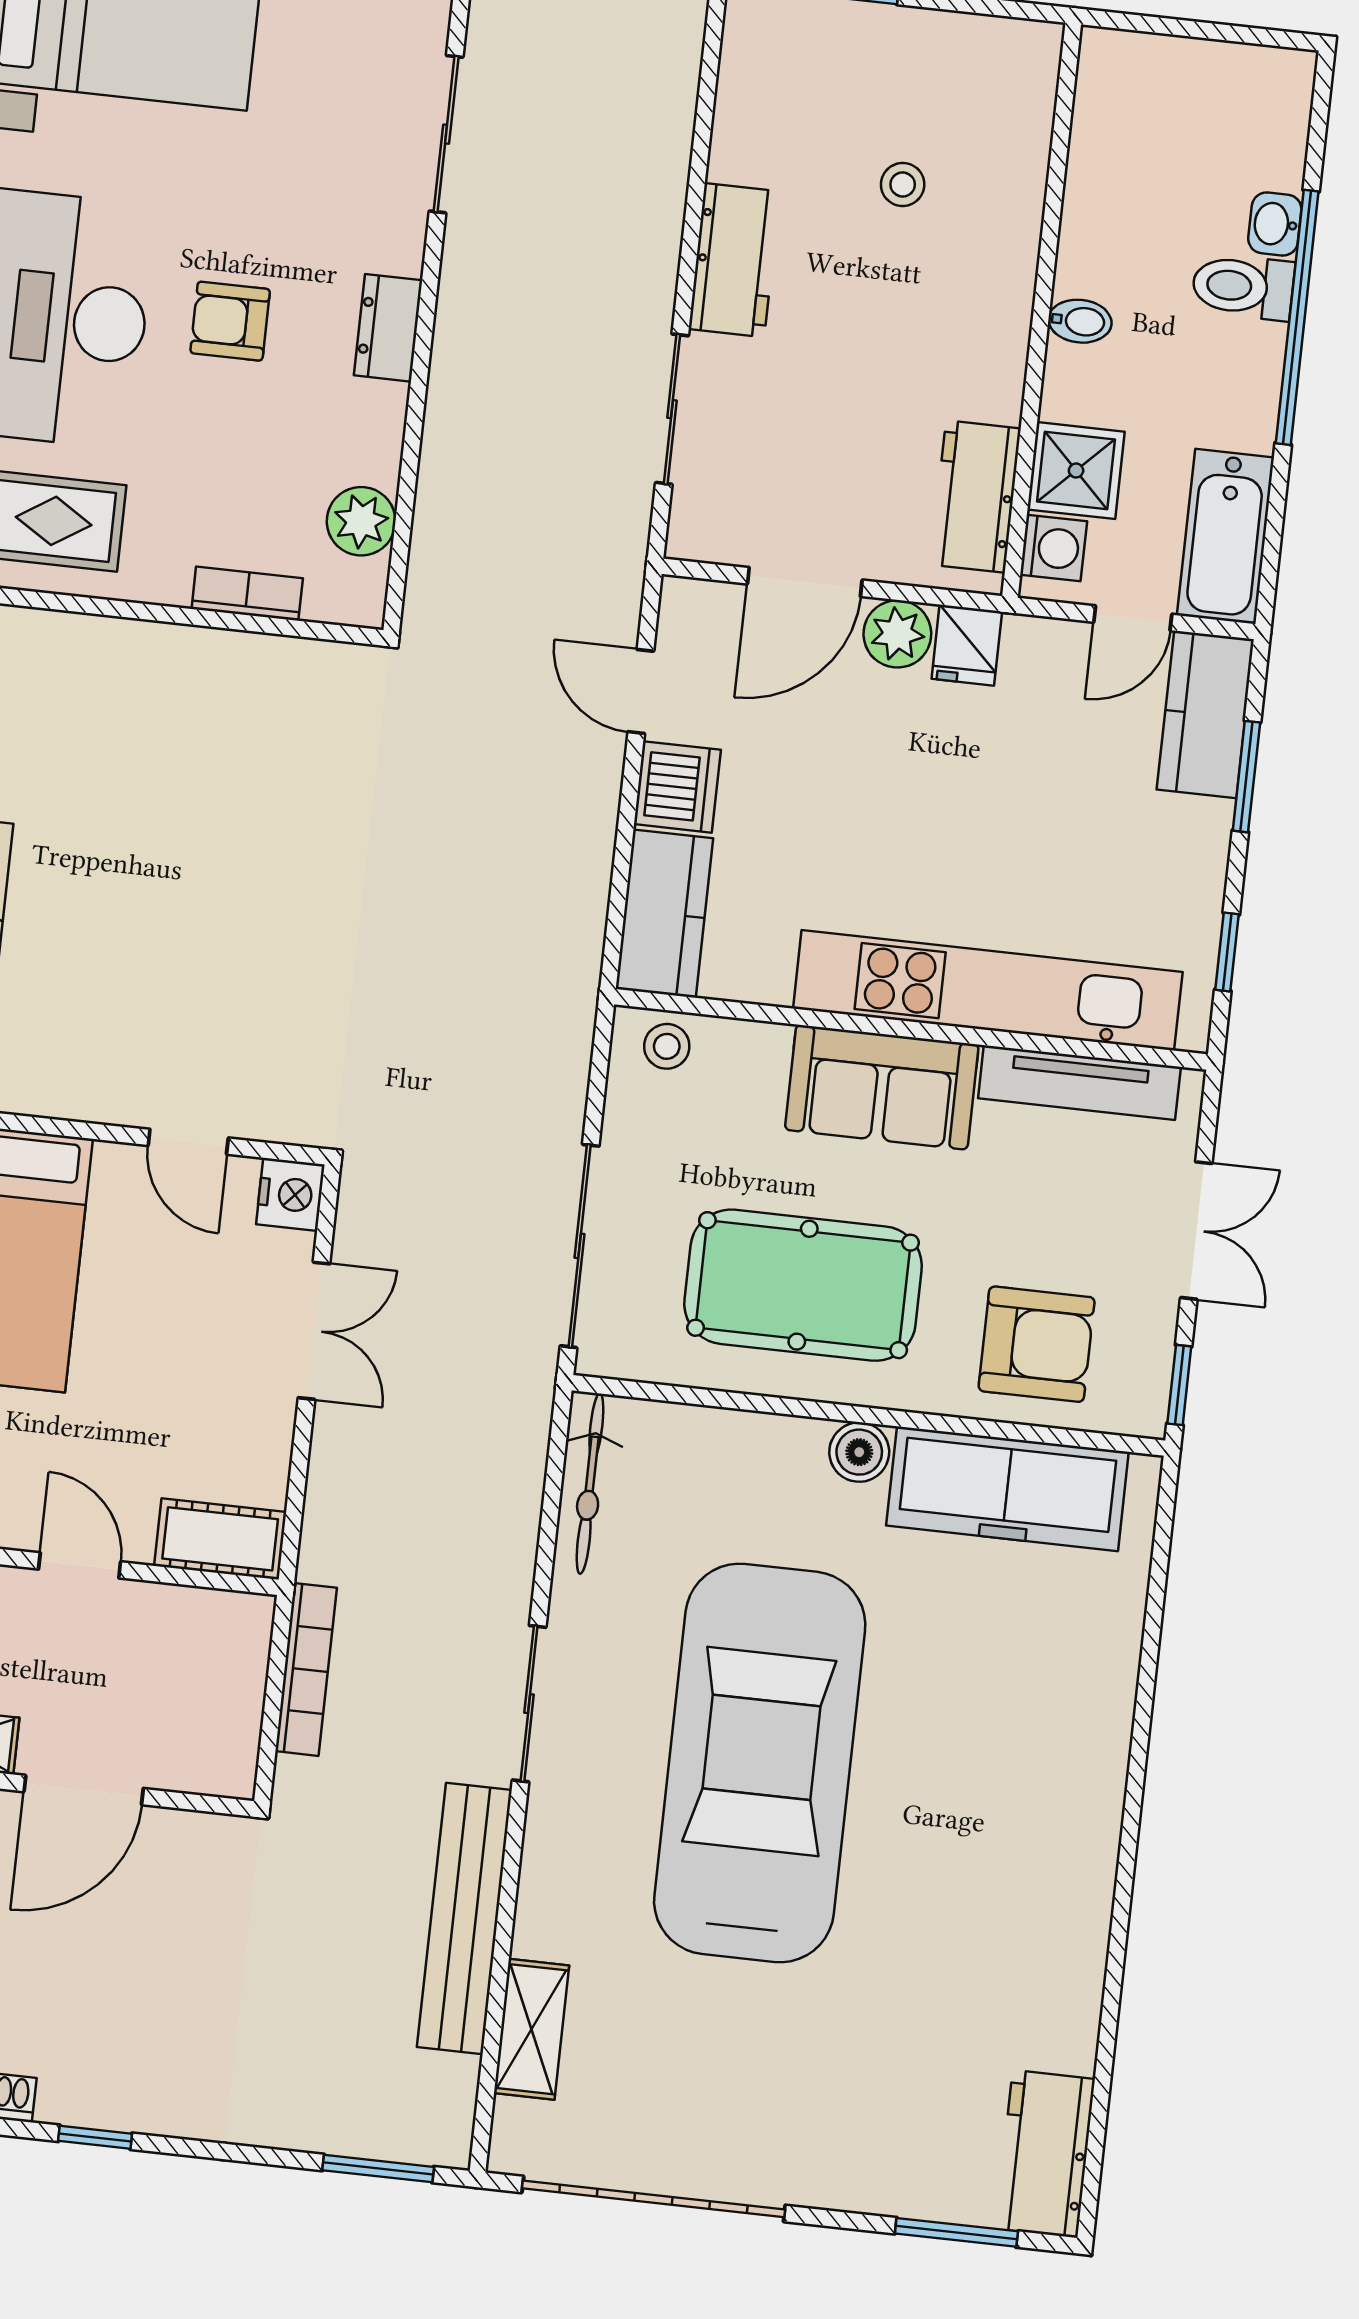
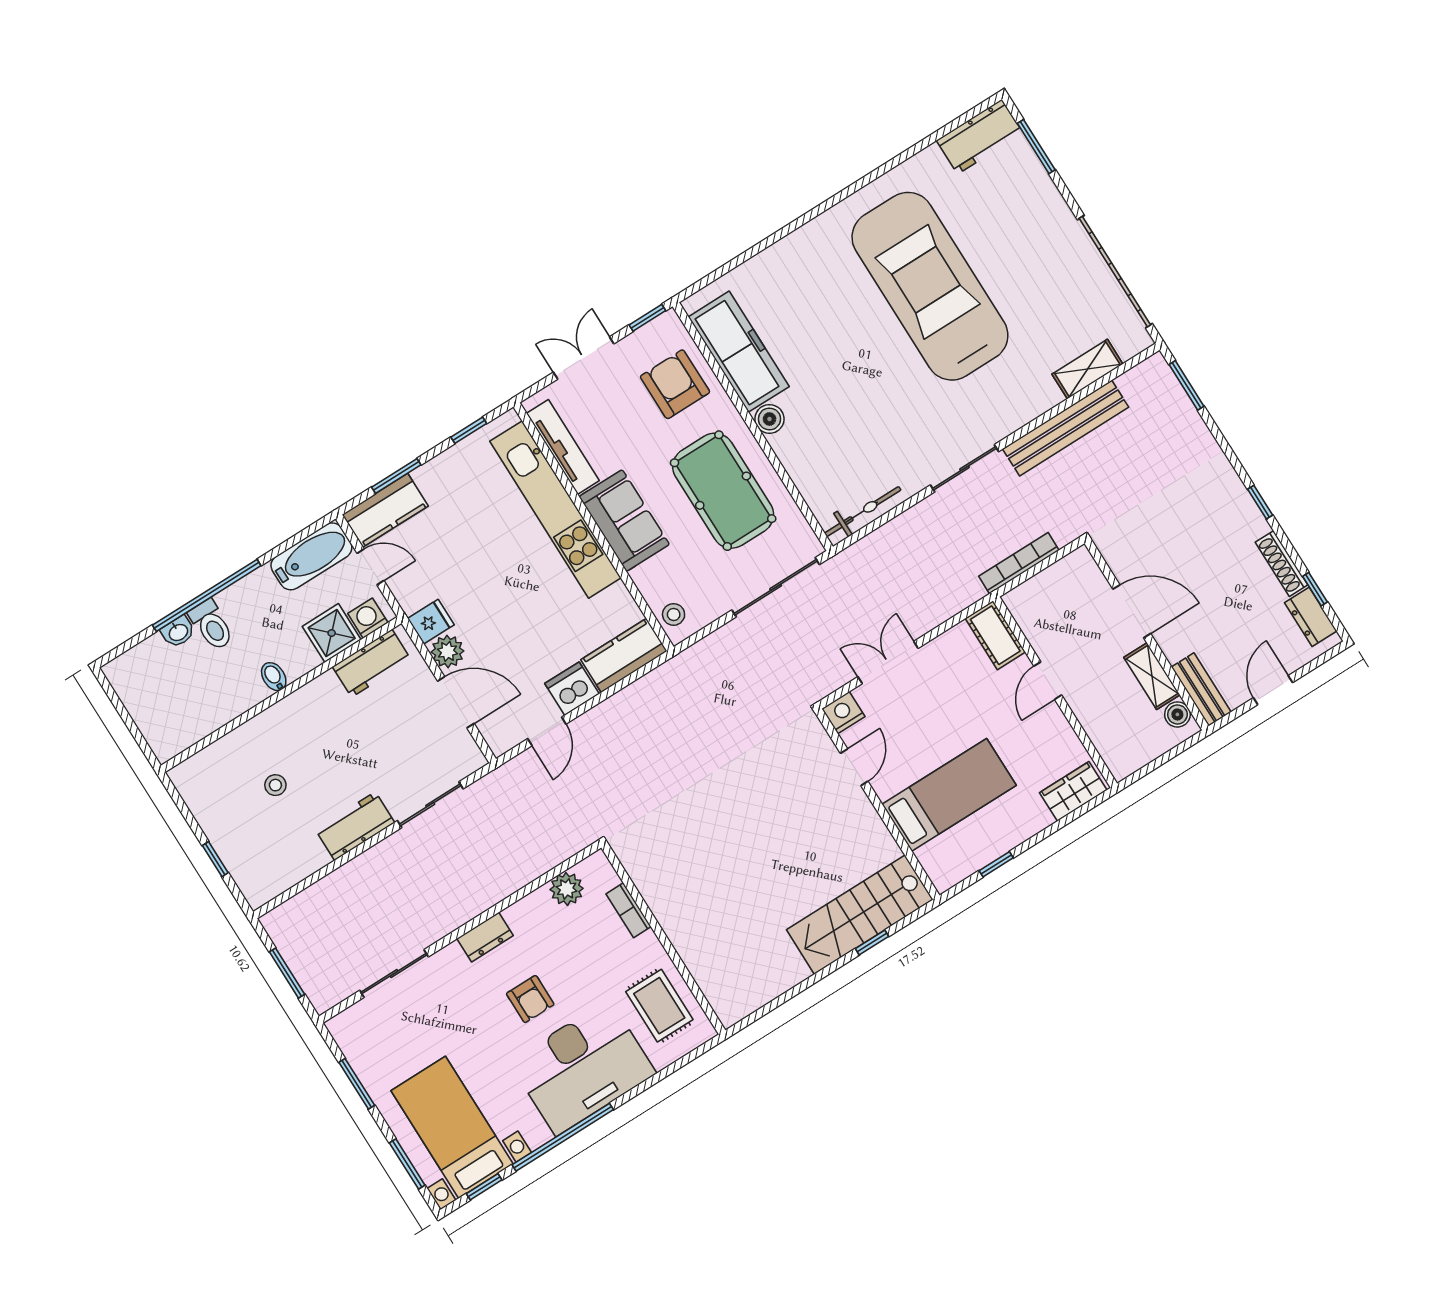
car: (760, 1763) -> (930, 286), moved, turned 90

